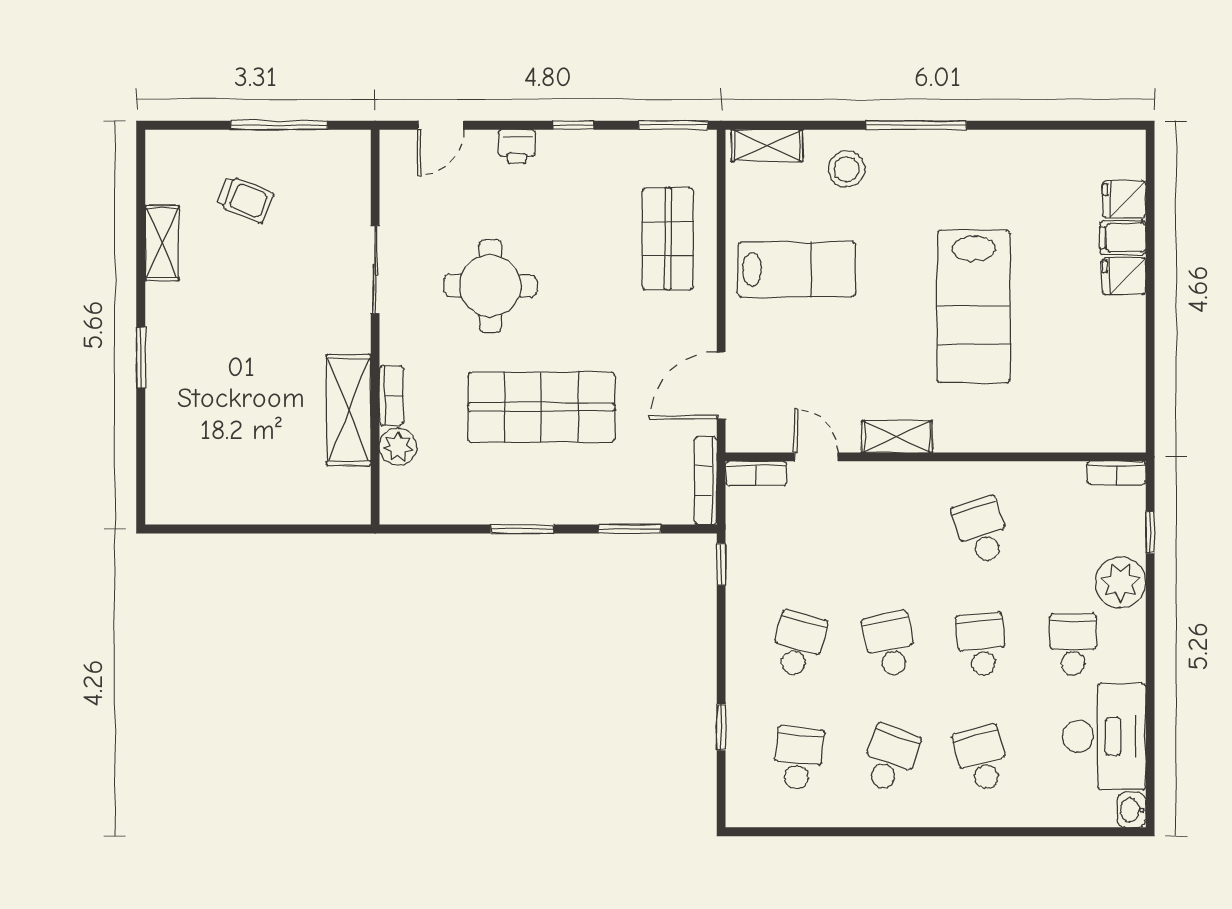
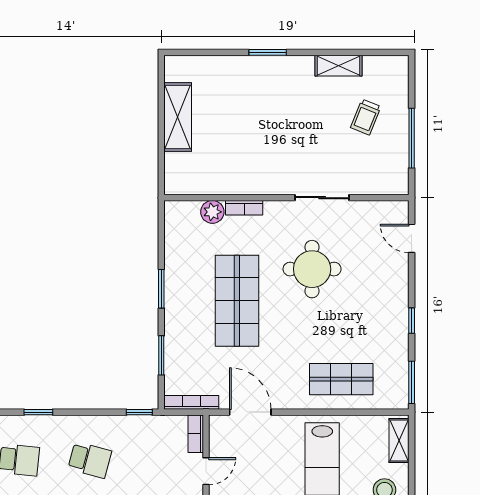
printer: (517, 146) -> (399, 286), removed
shelving: (349, 410) -> (178, 117), moved, turned 90

